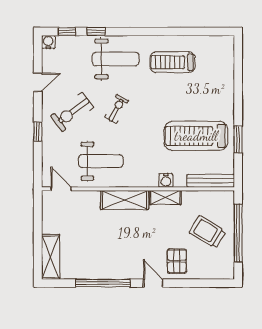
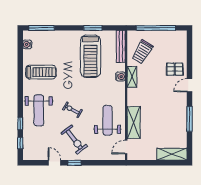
water cooler: (48, 42) -> (27, 44), moved
weight bench: (116, 59) -> (39, 110), turned 180
treadmill: (173, 62) -> (41, 72), turned -90
window: (238, 63) -> (42, 28), added
window: (38, 132) -> (75, 163), moved
shelving: (125, 200) -> (134, 122), moved
trolley: (207, 232) -> (142, 52), moved
window: (103, 283) -> (190, 119), width x0.68

